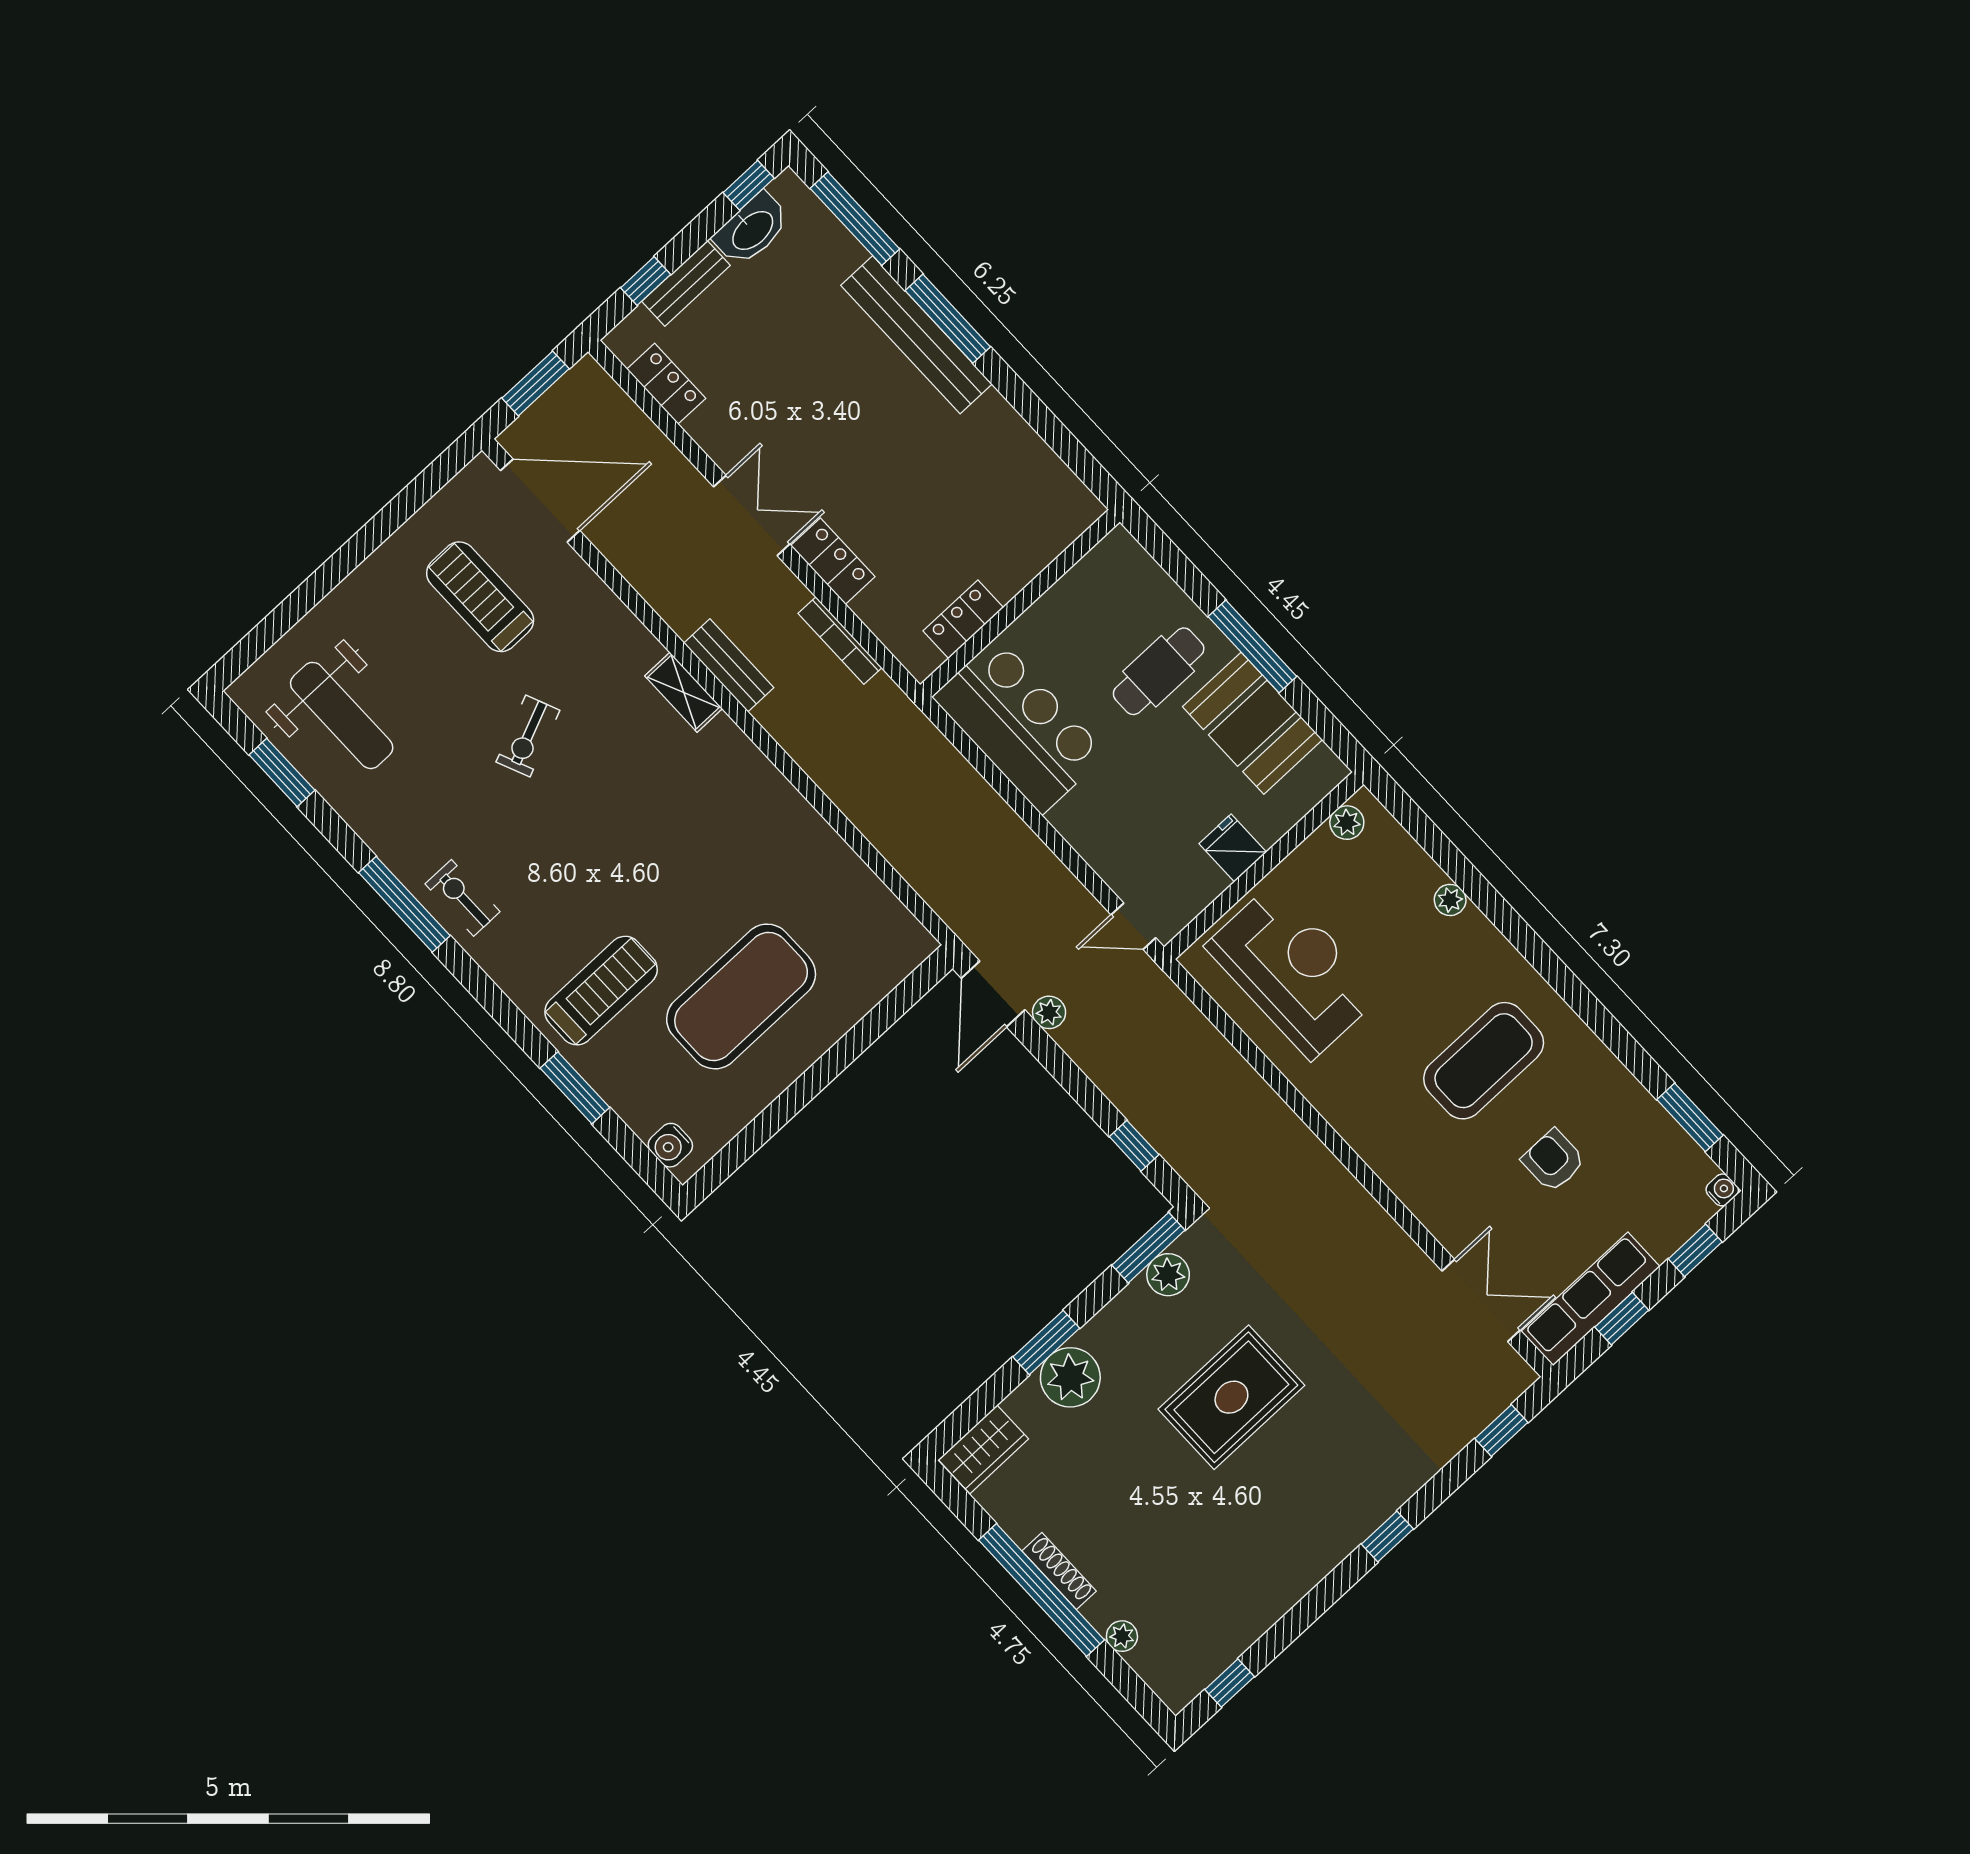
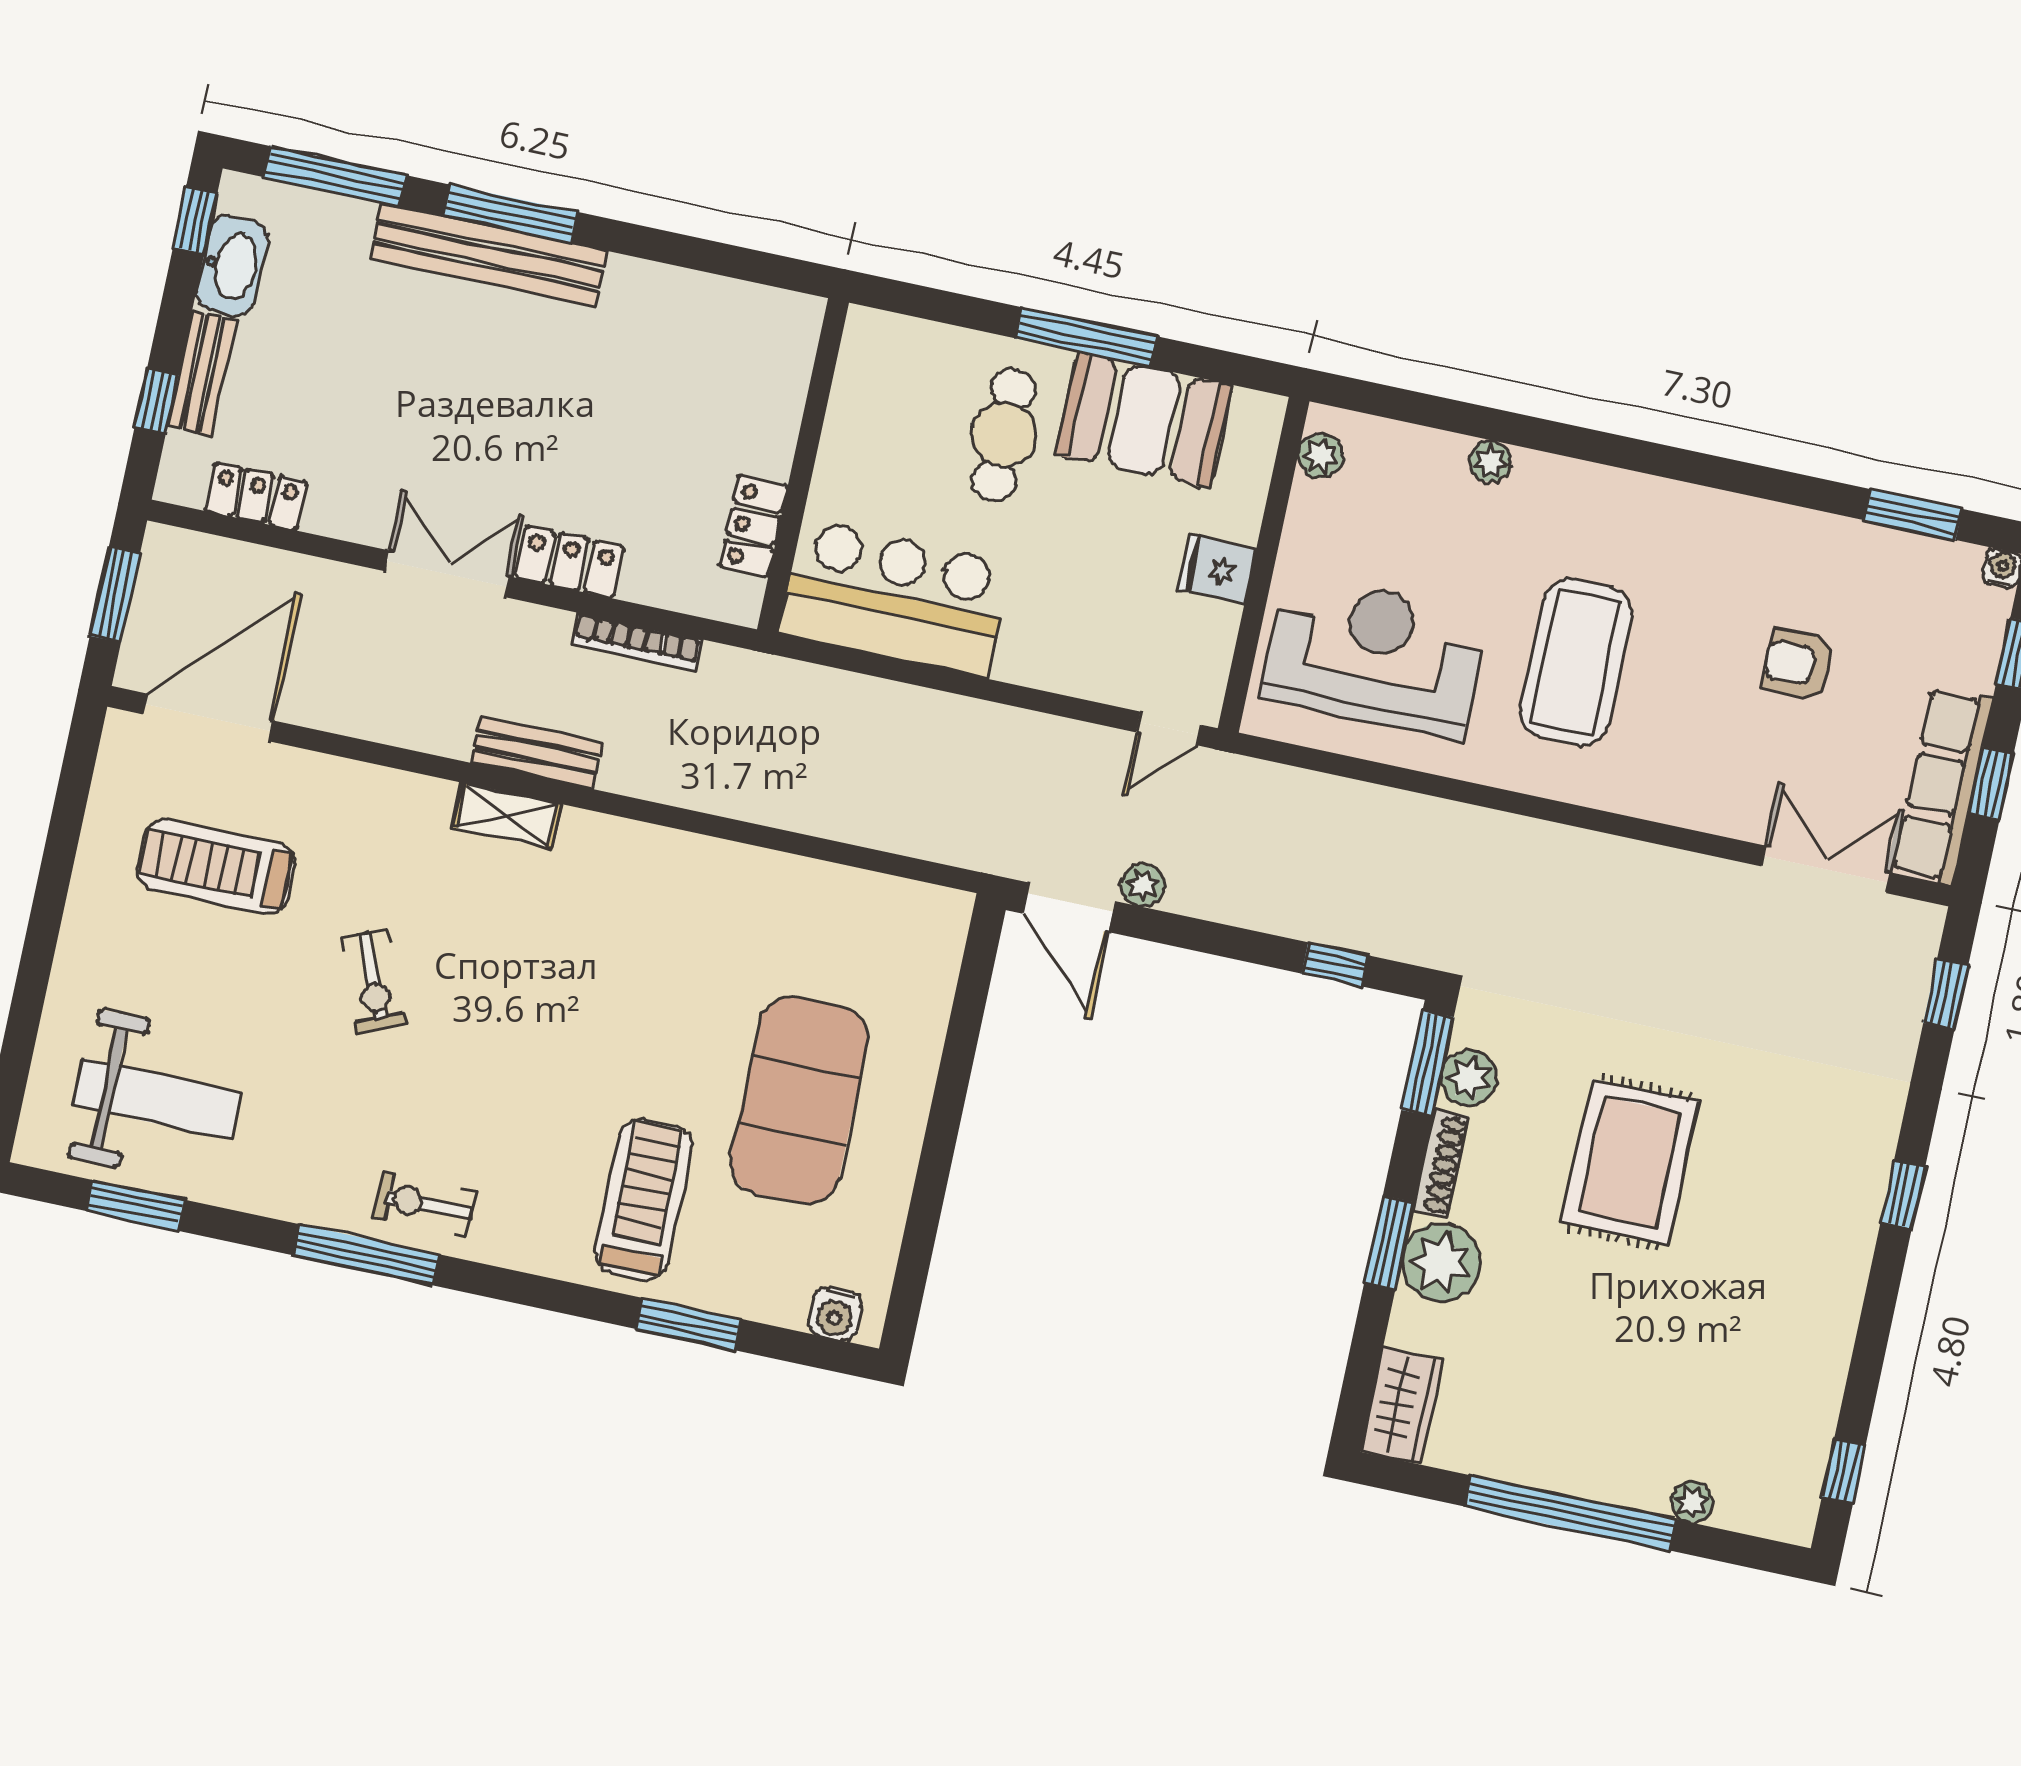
coffee table: (1484, 1061) -> (1576, 662), moved
shoe rack: (1059, 1571) -> (1441, 1164), moved, turned 90

